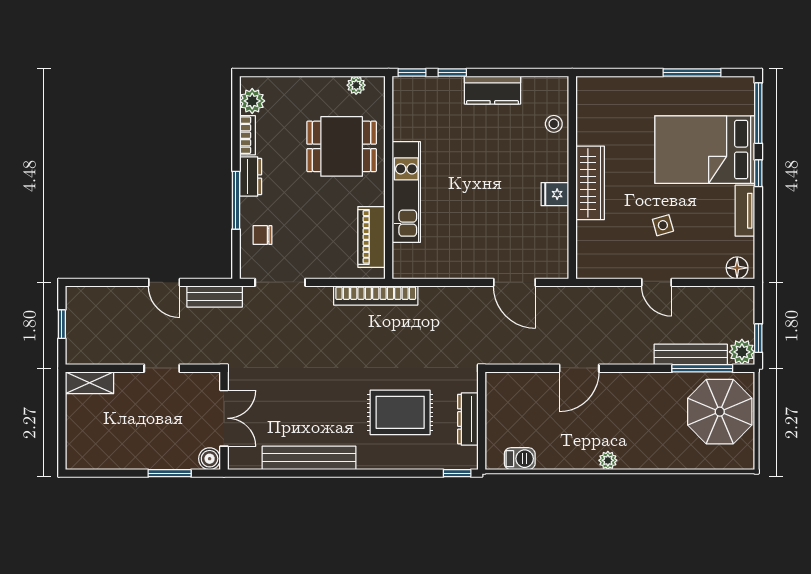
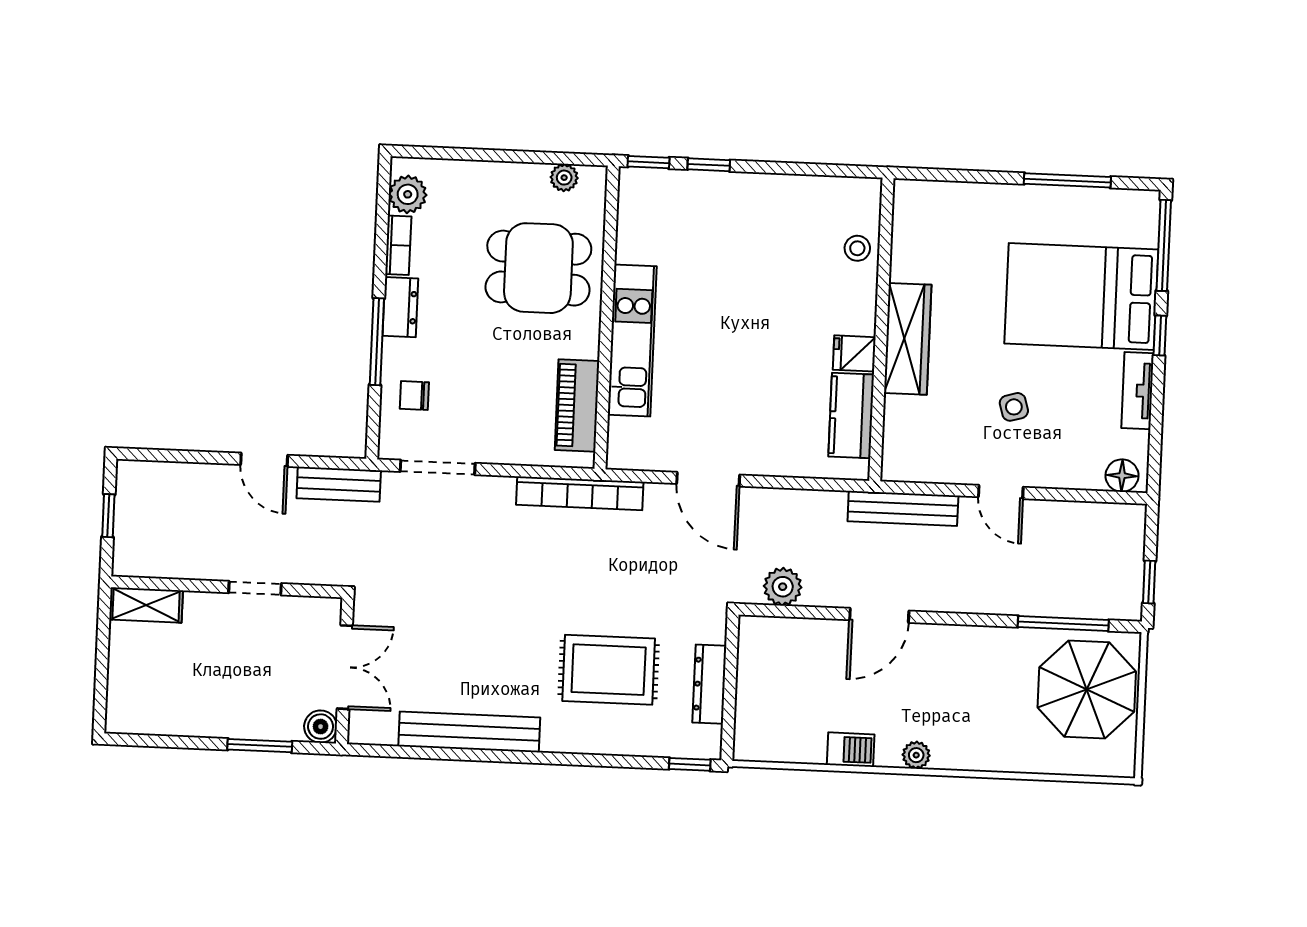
kitchen counter: (492, 90) -> (851, 416), moved, turned 90
door: (515, 282) -> (708, 479), moved
plant: (742, 352) -> (783, 587), moved
bench: (691, 354) -> (903, 508), moved
barbecue: (520, 459) -> (851, 750), moved

